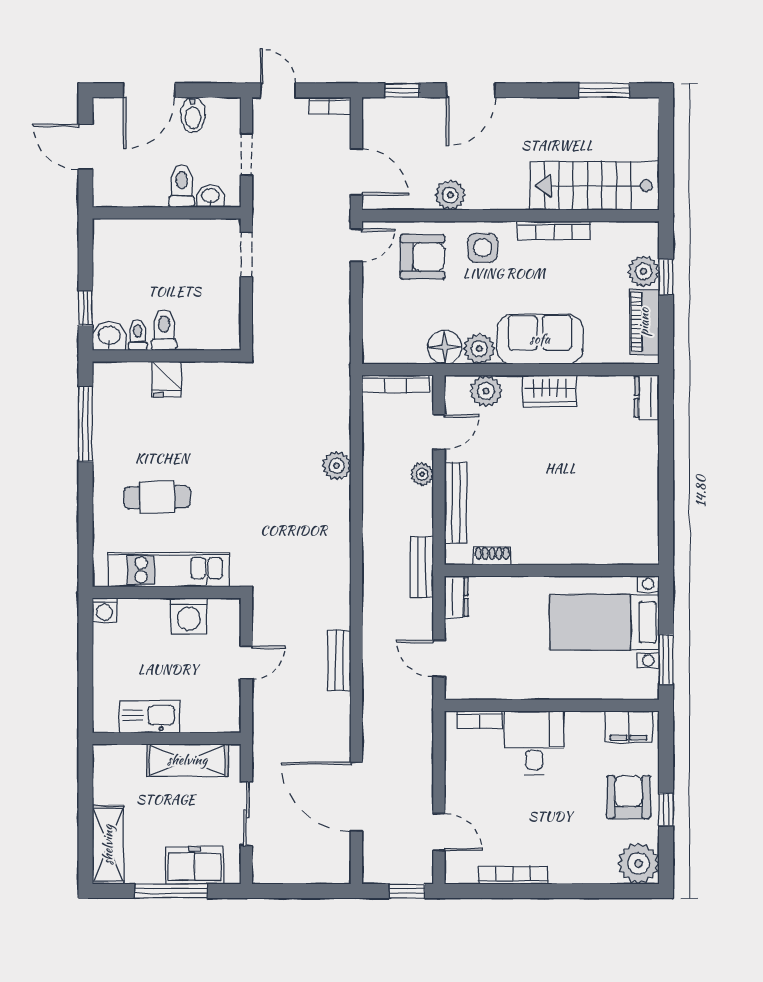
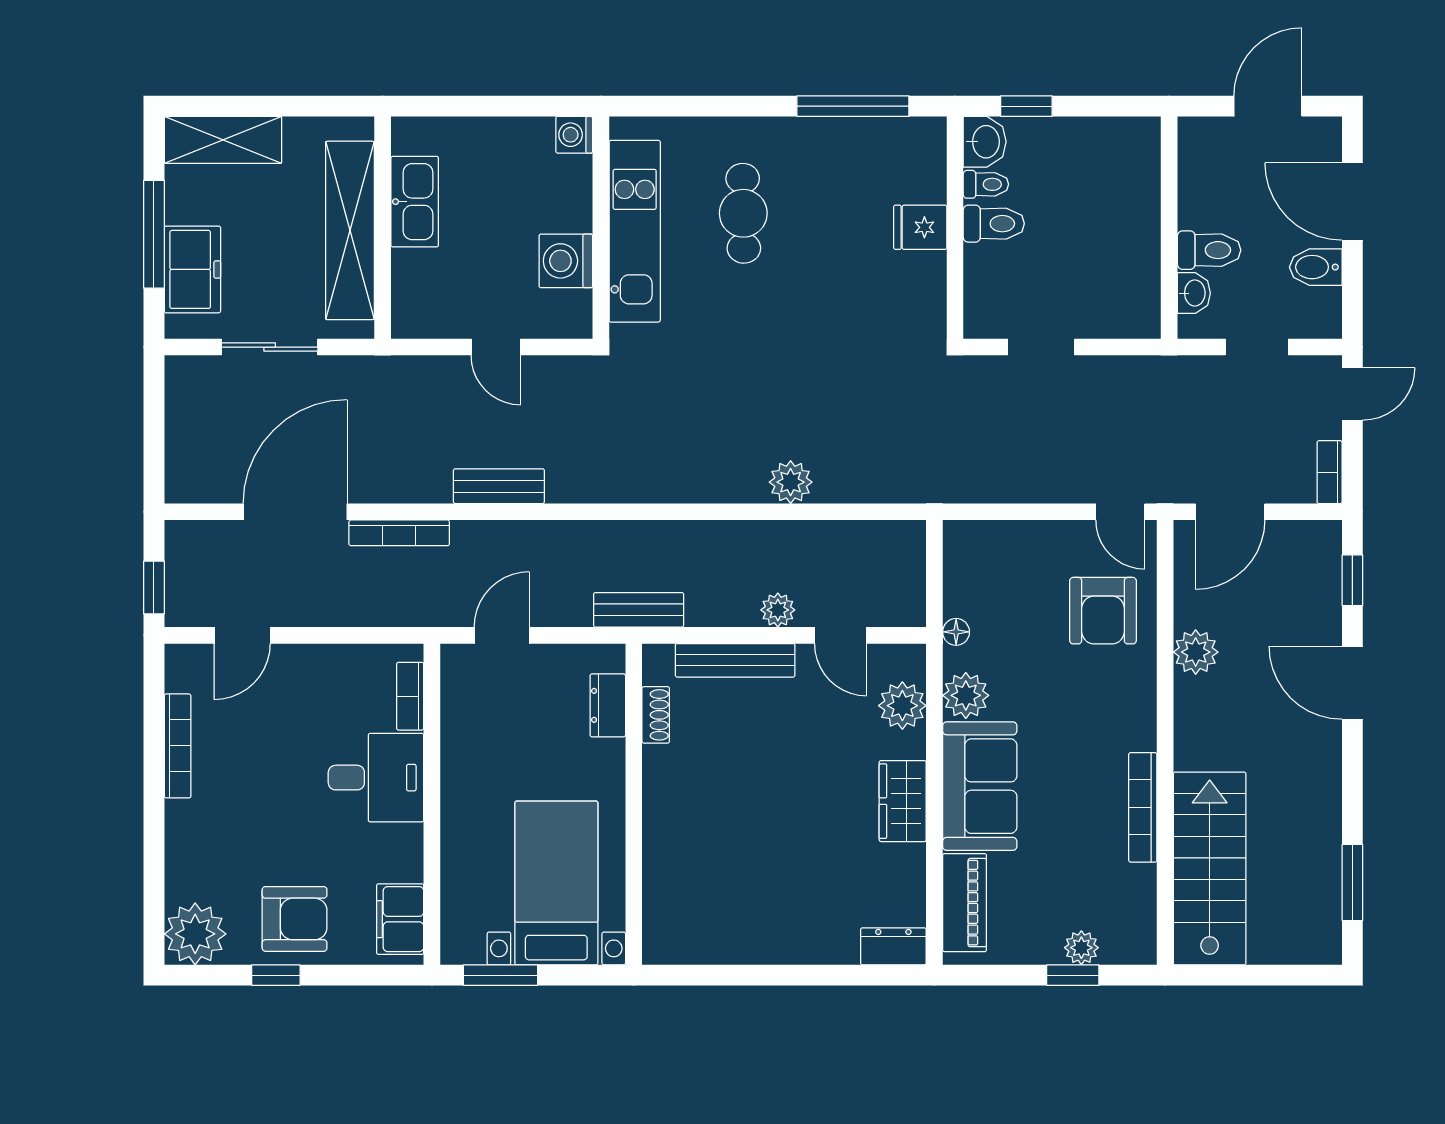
side table: (483, 248) -> (1117, 701), removed
doorway: (246, 254) -> (1041, 347), moved
plant: (643, 271) -> (1081, 948), width x0.73, depth x0.73
piano: (644, 322) -> (965, 903), moved, turned 90
floor lamp: (445, 347) -> (956, 632), width x0.53, depth x0.53
bookcase: (396, 384) -> (399, 533), moved, turned -90
dresser: (456, 597) -> (608, 705), moved, turned 90
shelving: (187, 760) -> (350, 230), width x1.47

